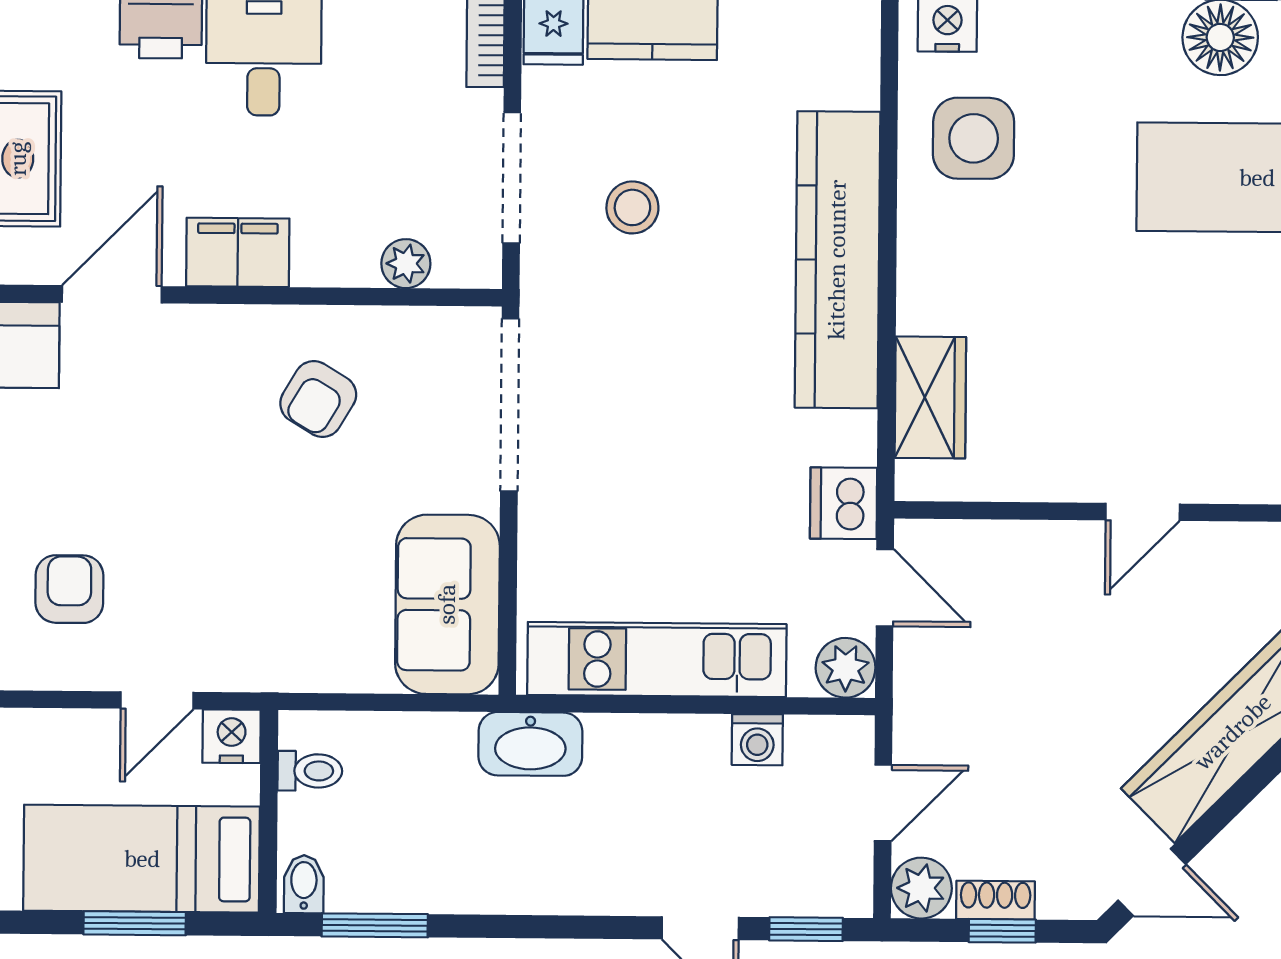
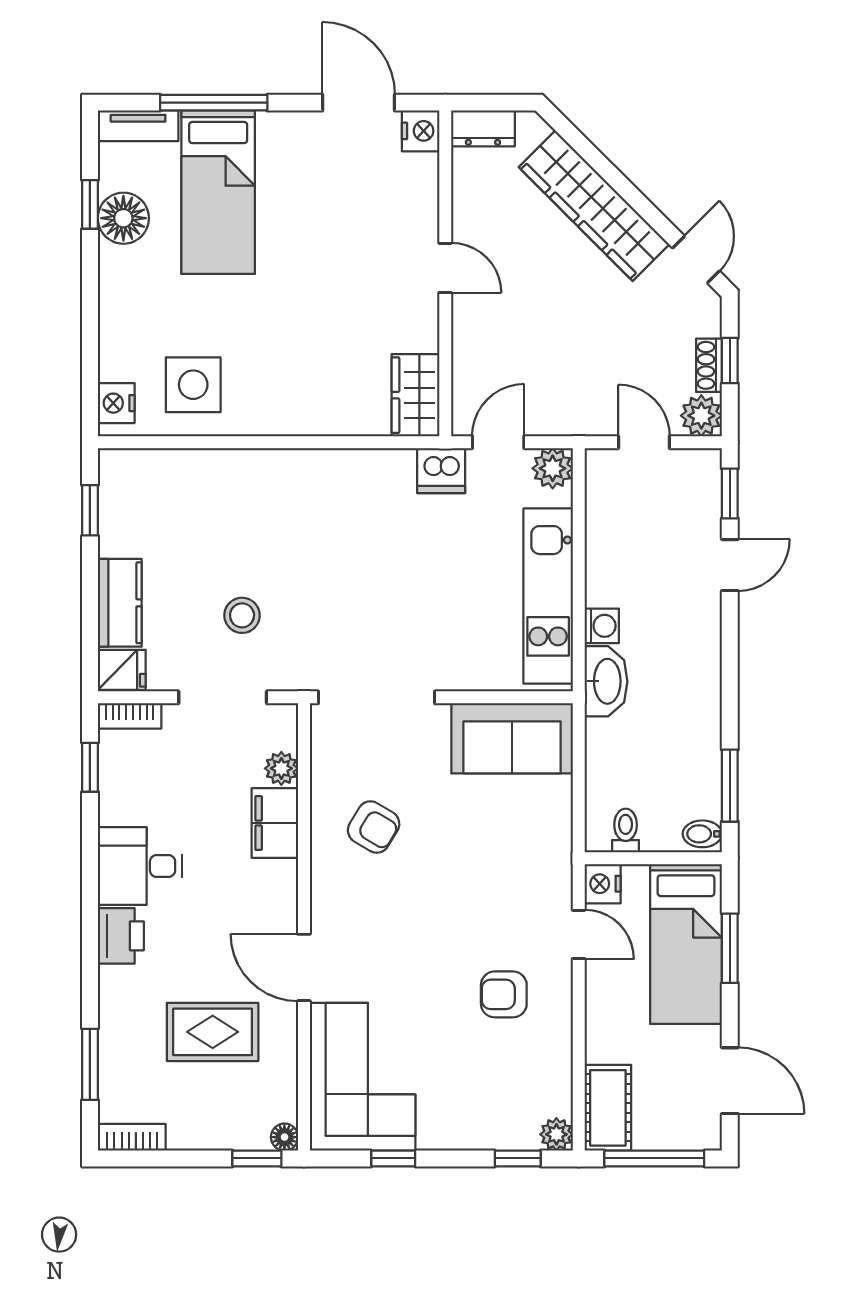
filing cabinet: (238, 252) -> (275, 823), moved
kitchen counter: (837, 260) -> (276, 476), removed
wardrobe: (930, 397) -> (415, 395), moved, turned -90
washing machine: (757, 740) -> (602, 626), moved

